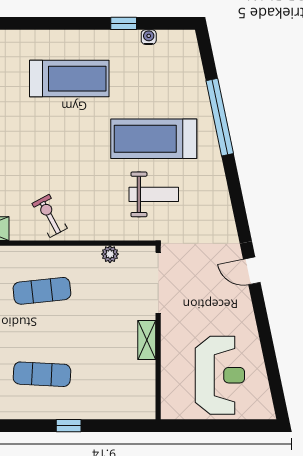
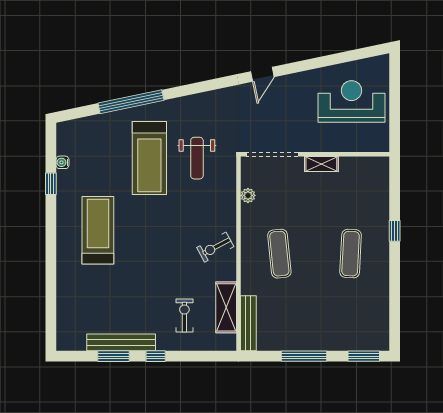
weight bench: (154, 194) -> (197, 158), turned 180

